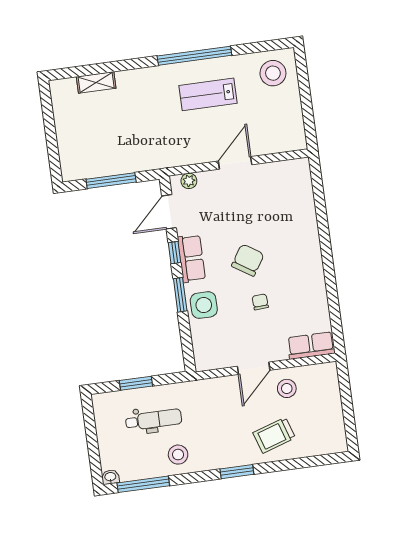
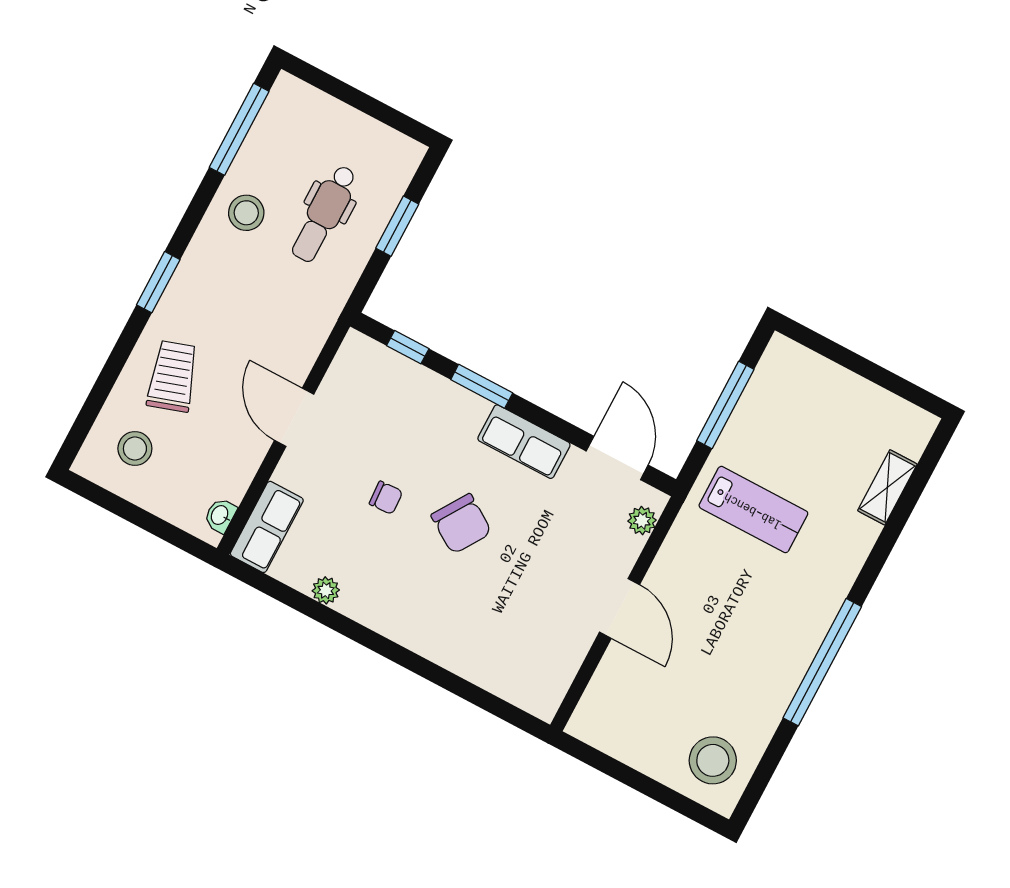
lab bench: (208, 94) -> (753, 510), moved, turned 90
window: (175, 253) -> (408, 347), moved
plant: (320, 299) -> (326, 590), added
side table: (204, 305) -> (441, 410), removed
stool: (287, 388) -> (135, 449), moved
washbasin: (110, 477) -> (220, 515), moved, turned 180

